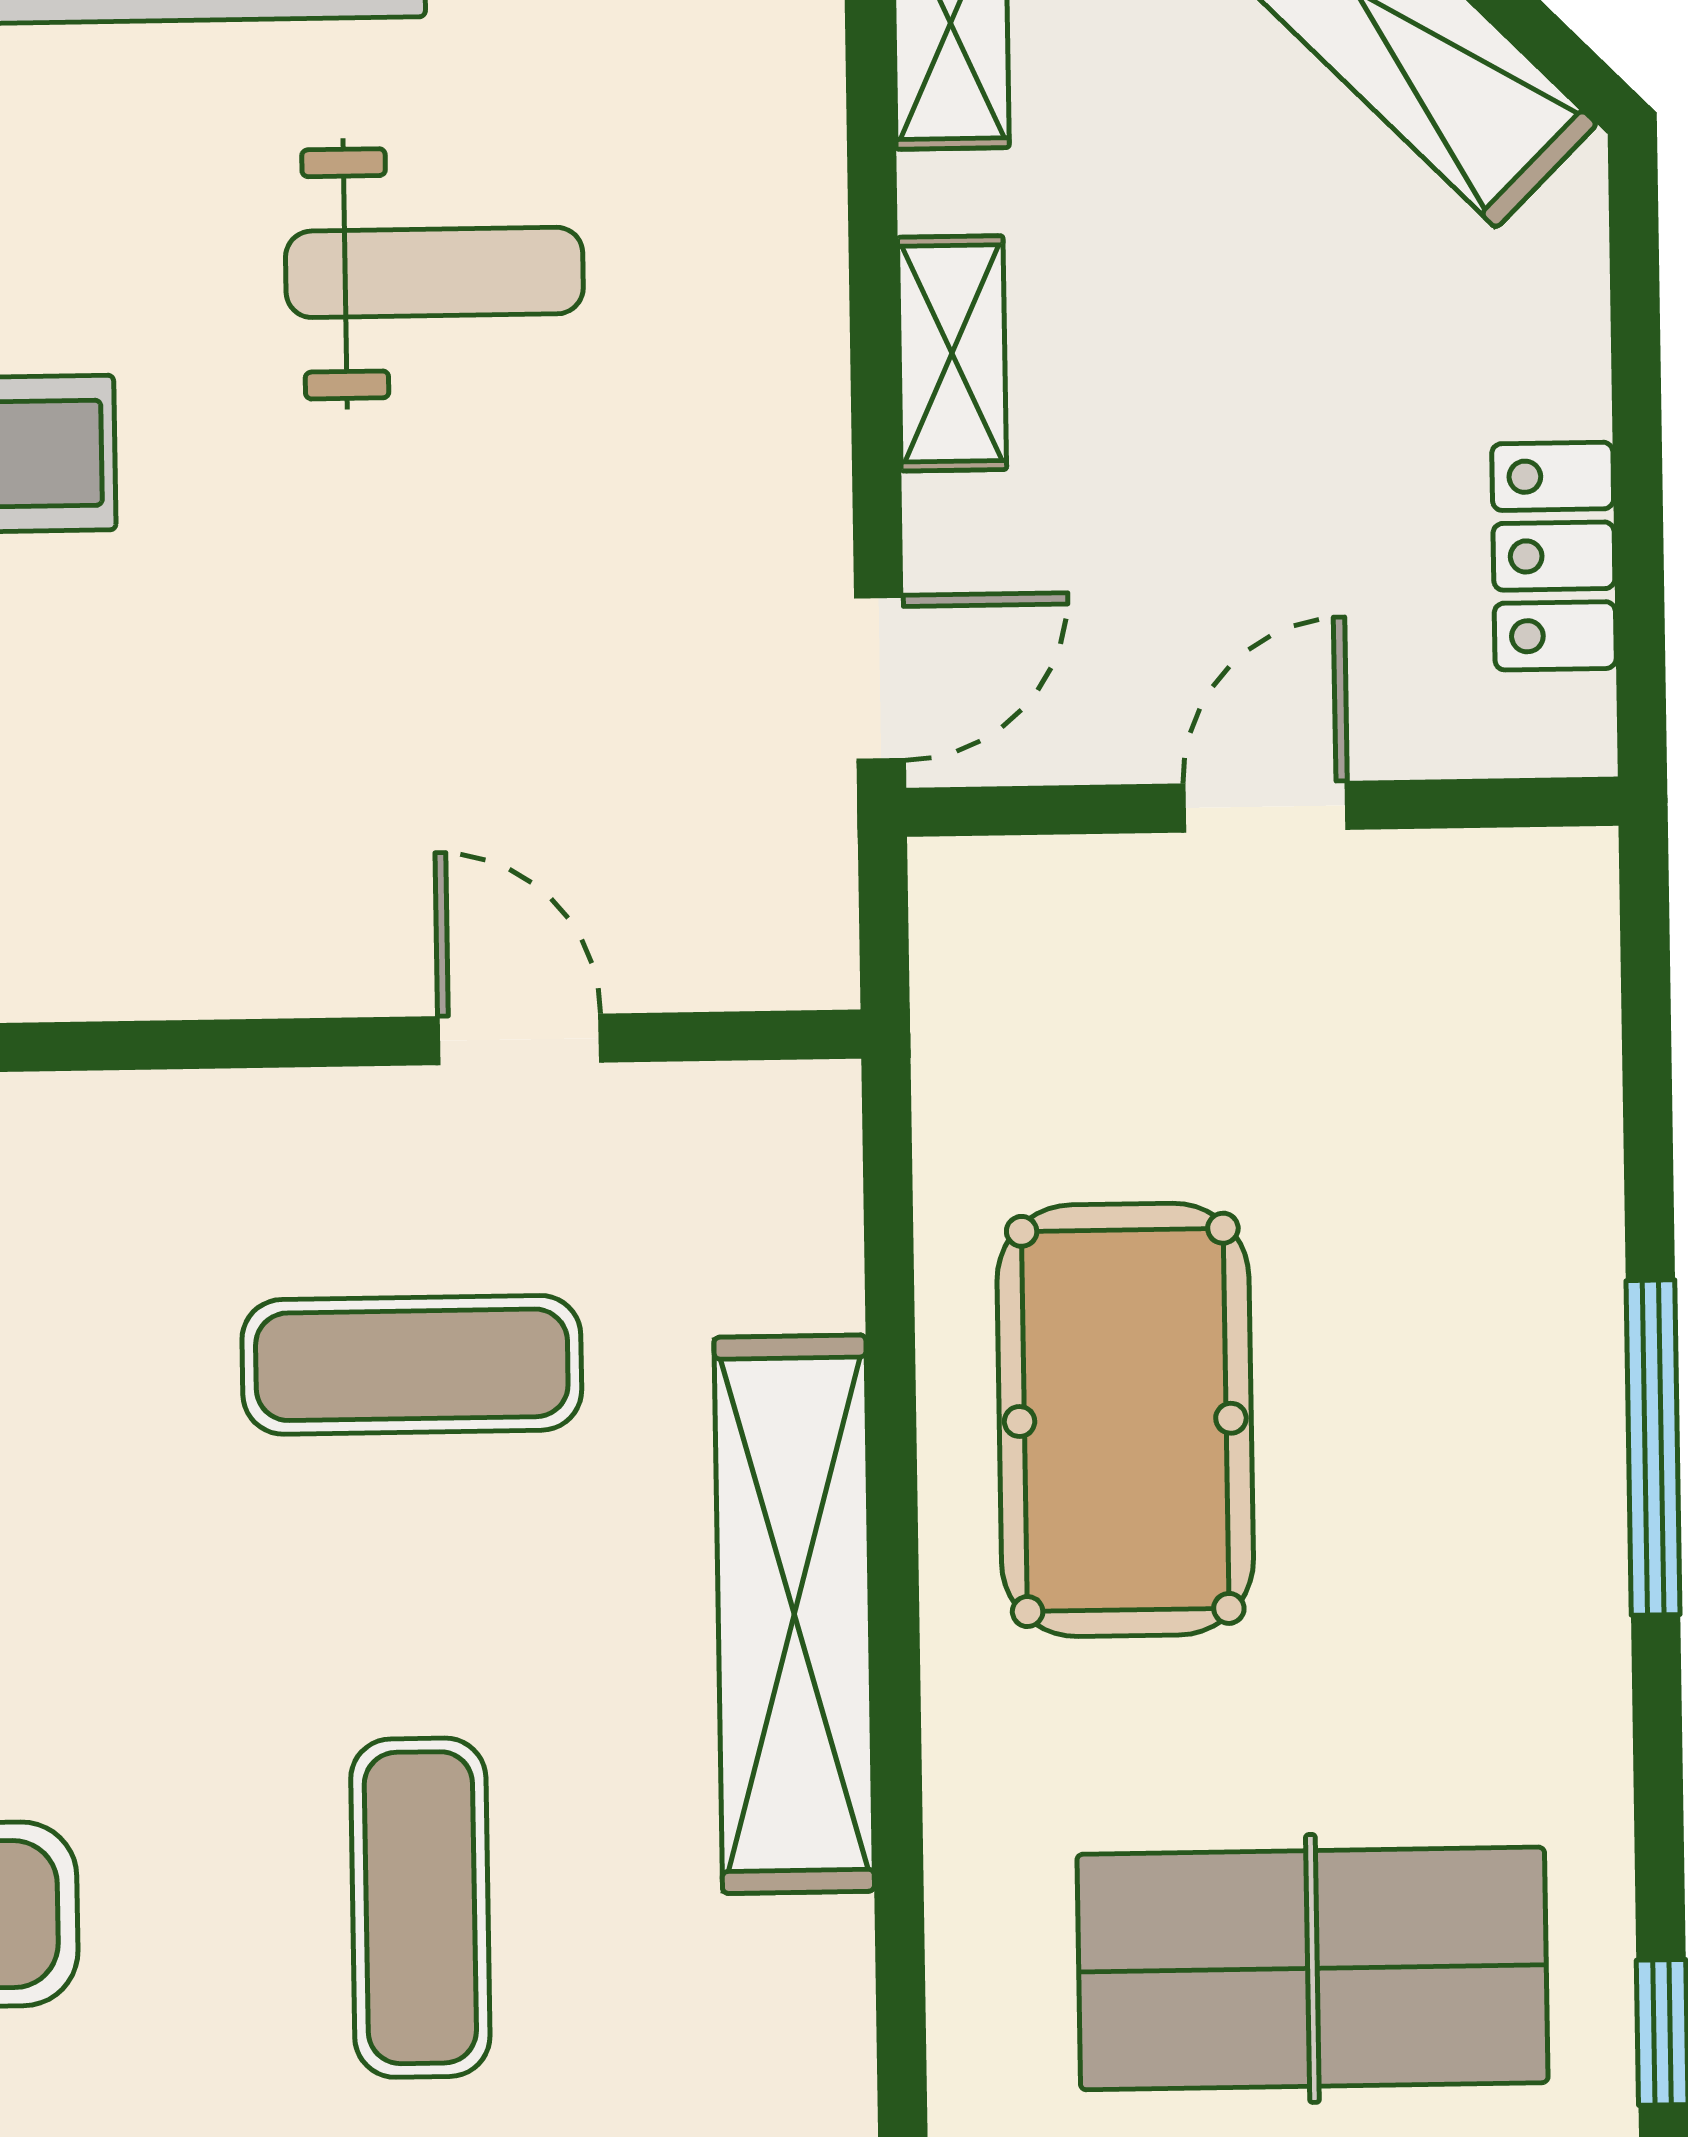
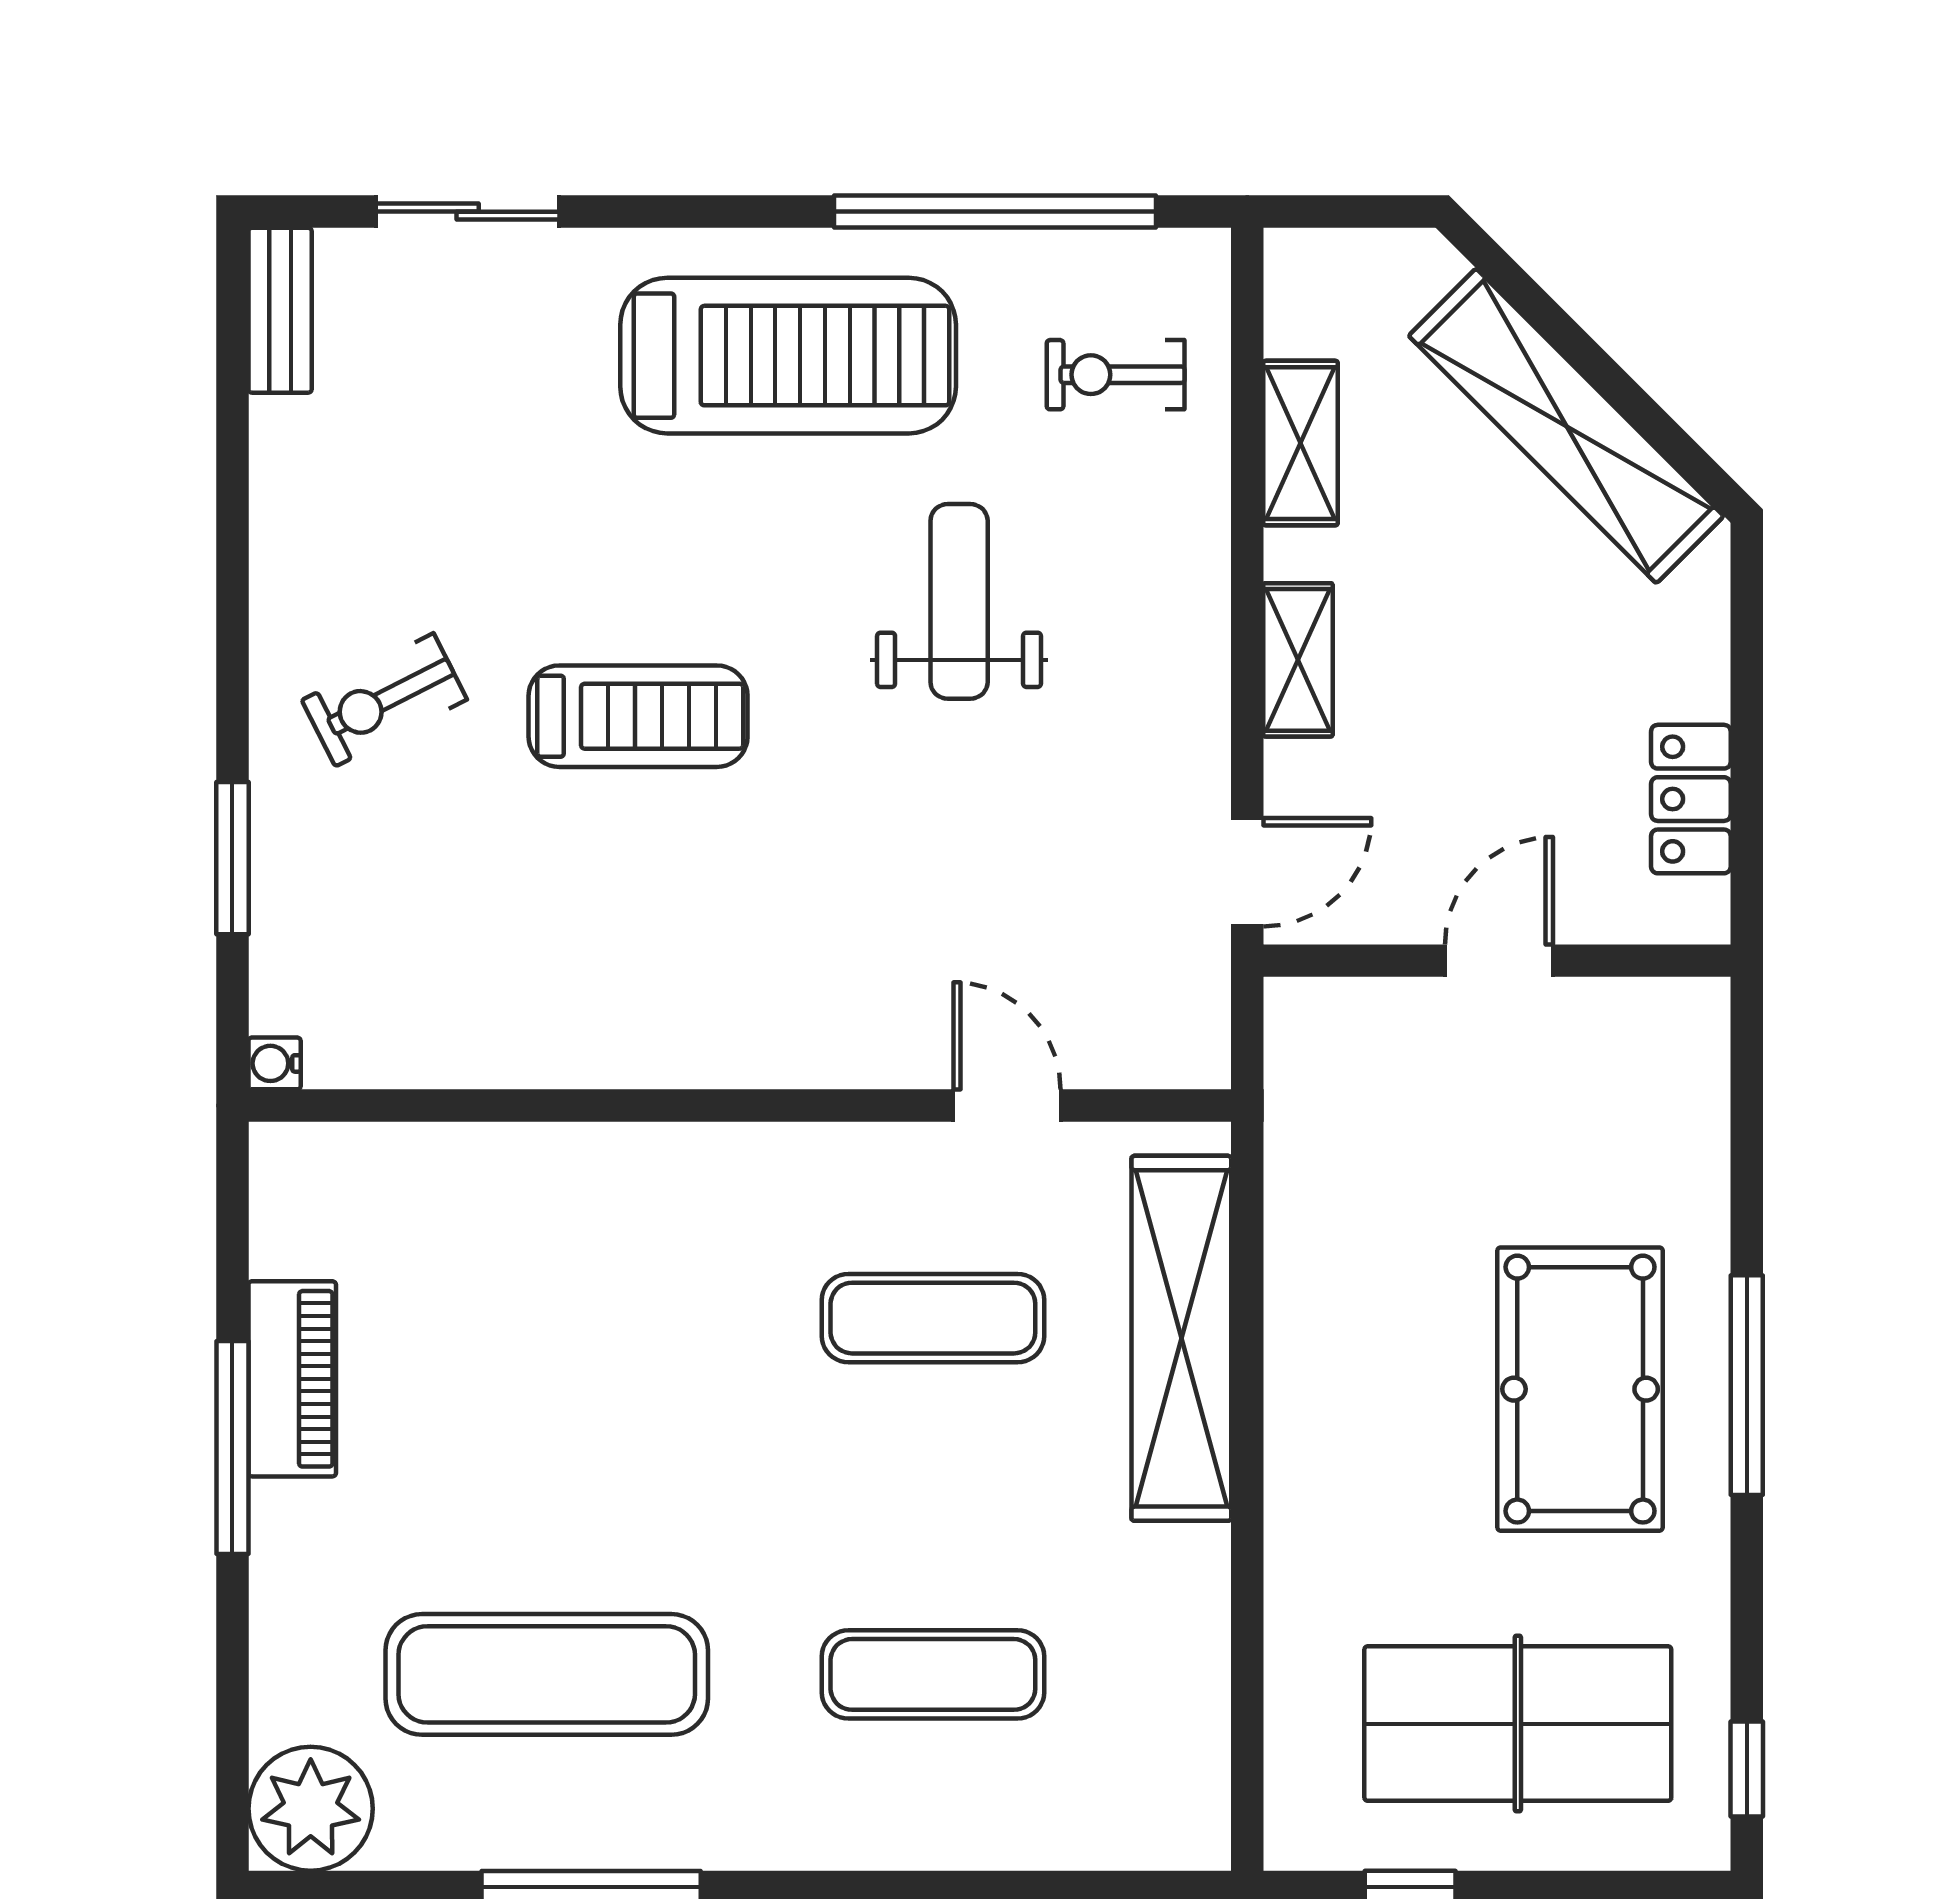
weight bench: (434, 272) -> (959, 601), turned -90
pool table: (1125, 1420) -> (1580, 1389), moved
shelving: (794, 1614) -> (1181, 1338), moved
exercise mat: (420, 1908) -> (933, 1674), turned 90

